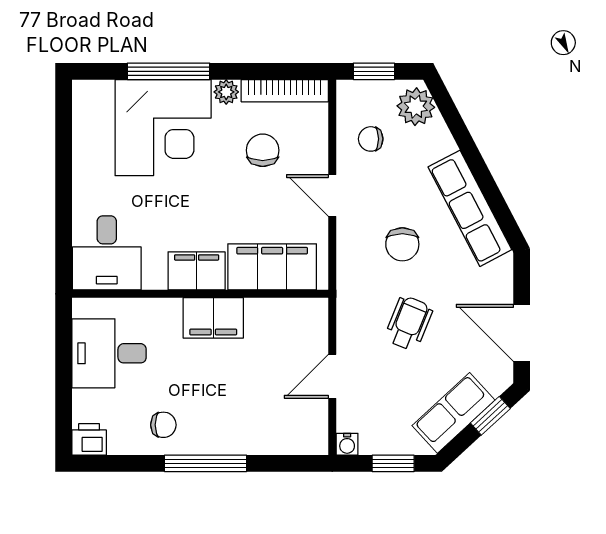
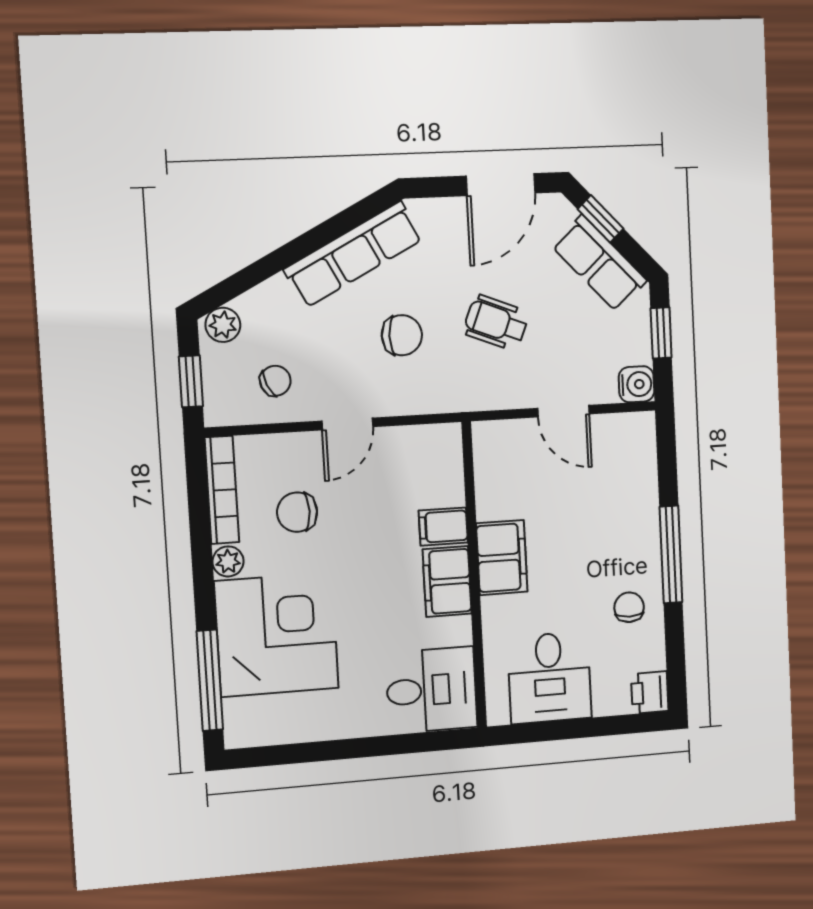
window: (168, 71) -> (210, 680), moved
plant: (416, 107) -> (223, 325), width x0.73, depth x0.73
chair: (371, 139) -> (275, 381), turned -114
filing cabinet: (272, 267) -> (443, 527), width x0.33, depth x0.86
water cooler: (347, 444) -> (636, 384), width x1.38, depth x1.38

